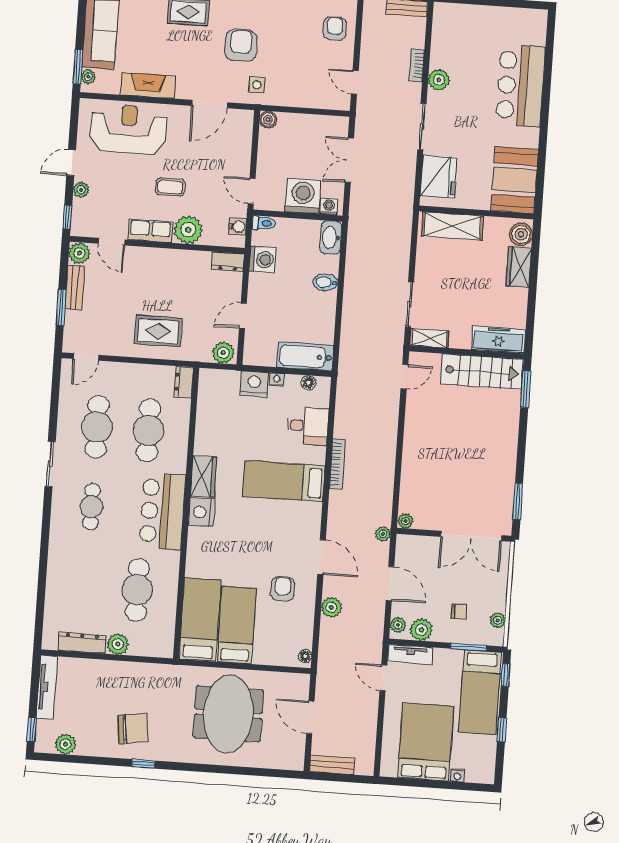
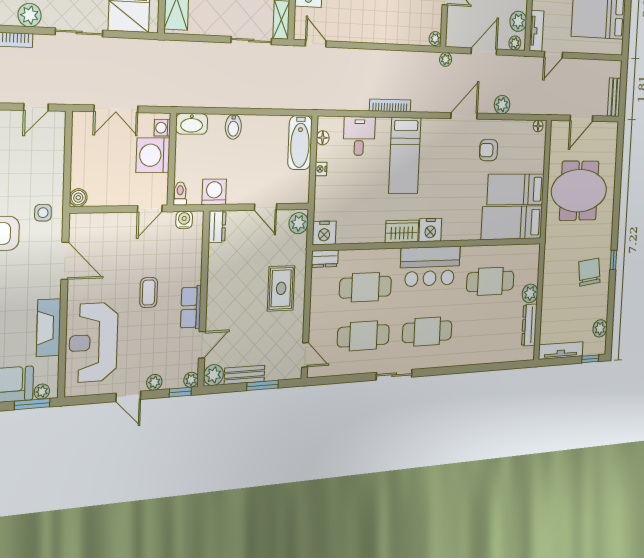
plant: (188, 230) -> (191, 380), moved, width x0.53, depth x0.53
nightstand: (254, 384) -> (324, 233), moved, turned -90
cafe table: (91, 507) -> (427, 332), width x1.37, depth x1.35

